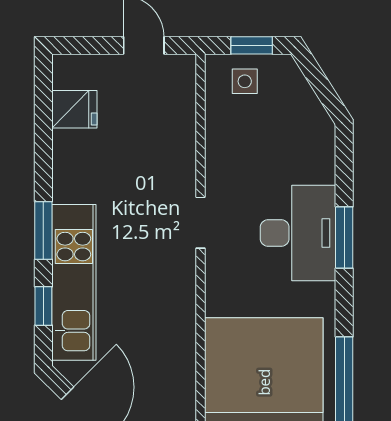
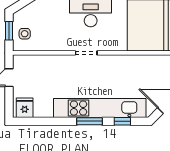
fridge: (74, 109) -> (25, 108), moved
kitchen unit: (74, 282) -> (100, 108), width x1.36

